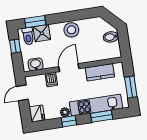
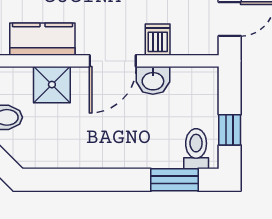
stool: (71, 30) -> (93, 148), removed
shower: (42, 33) -> (52, 85), moved
washbasin: (36, 64) -> (153, 80), moved

